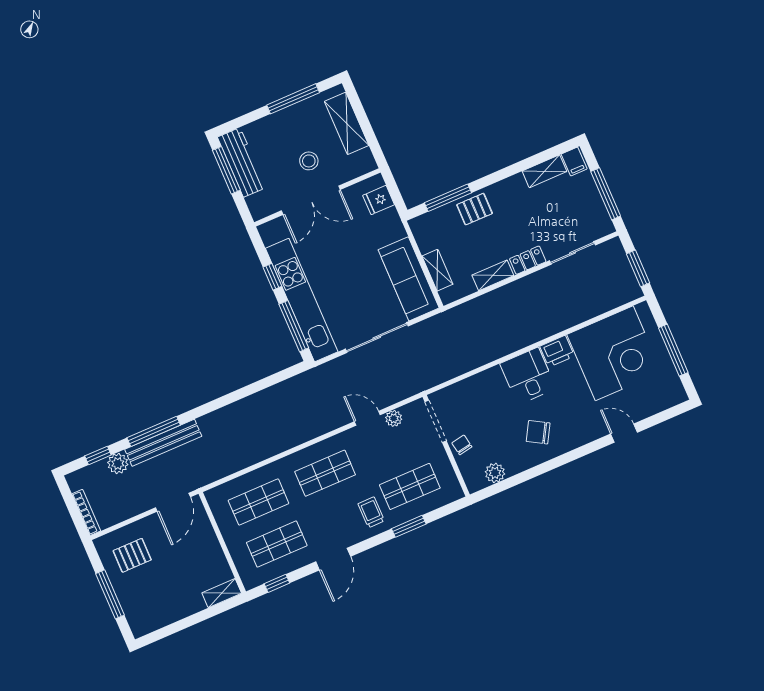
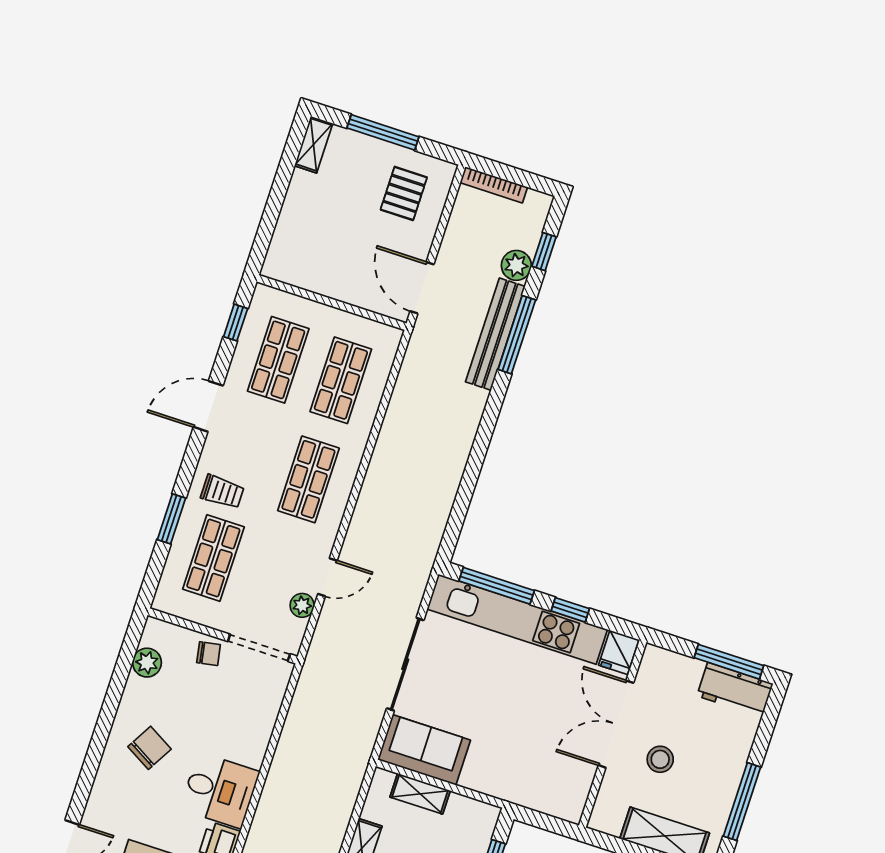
workbench: (242, 162) -> (735, 690), width x0.73
fridge: (379, 200) -> (619, 652), moved, turned 180
sofa: (409, 279) -> (424, 750), width x0.73
door: (333, 559) -> (208, 406), hinge flipped
shelving: (222, 593) -> (314, 145), moved

